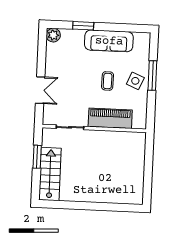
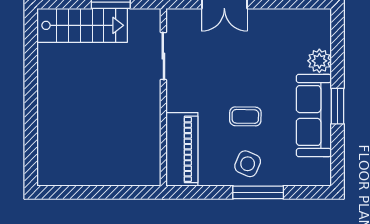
window: (83, 26) -> (338, 106), moved
plant: (53, 35) -> (319, 61), moved
piano: (110, 118) -> (182, 149), moved

